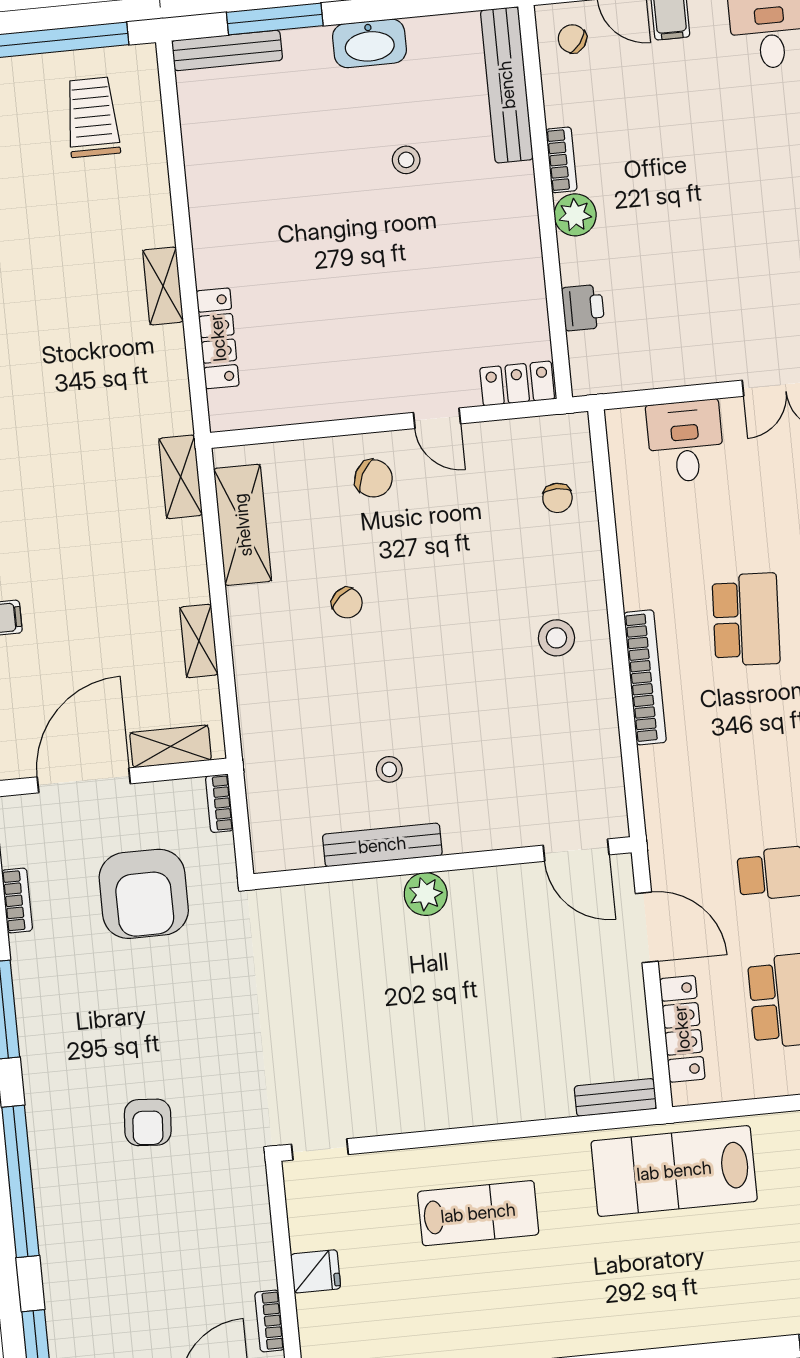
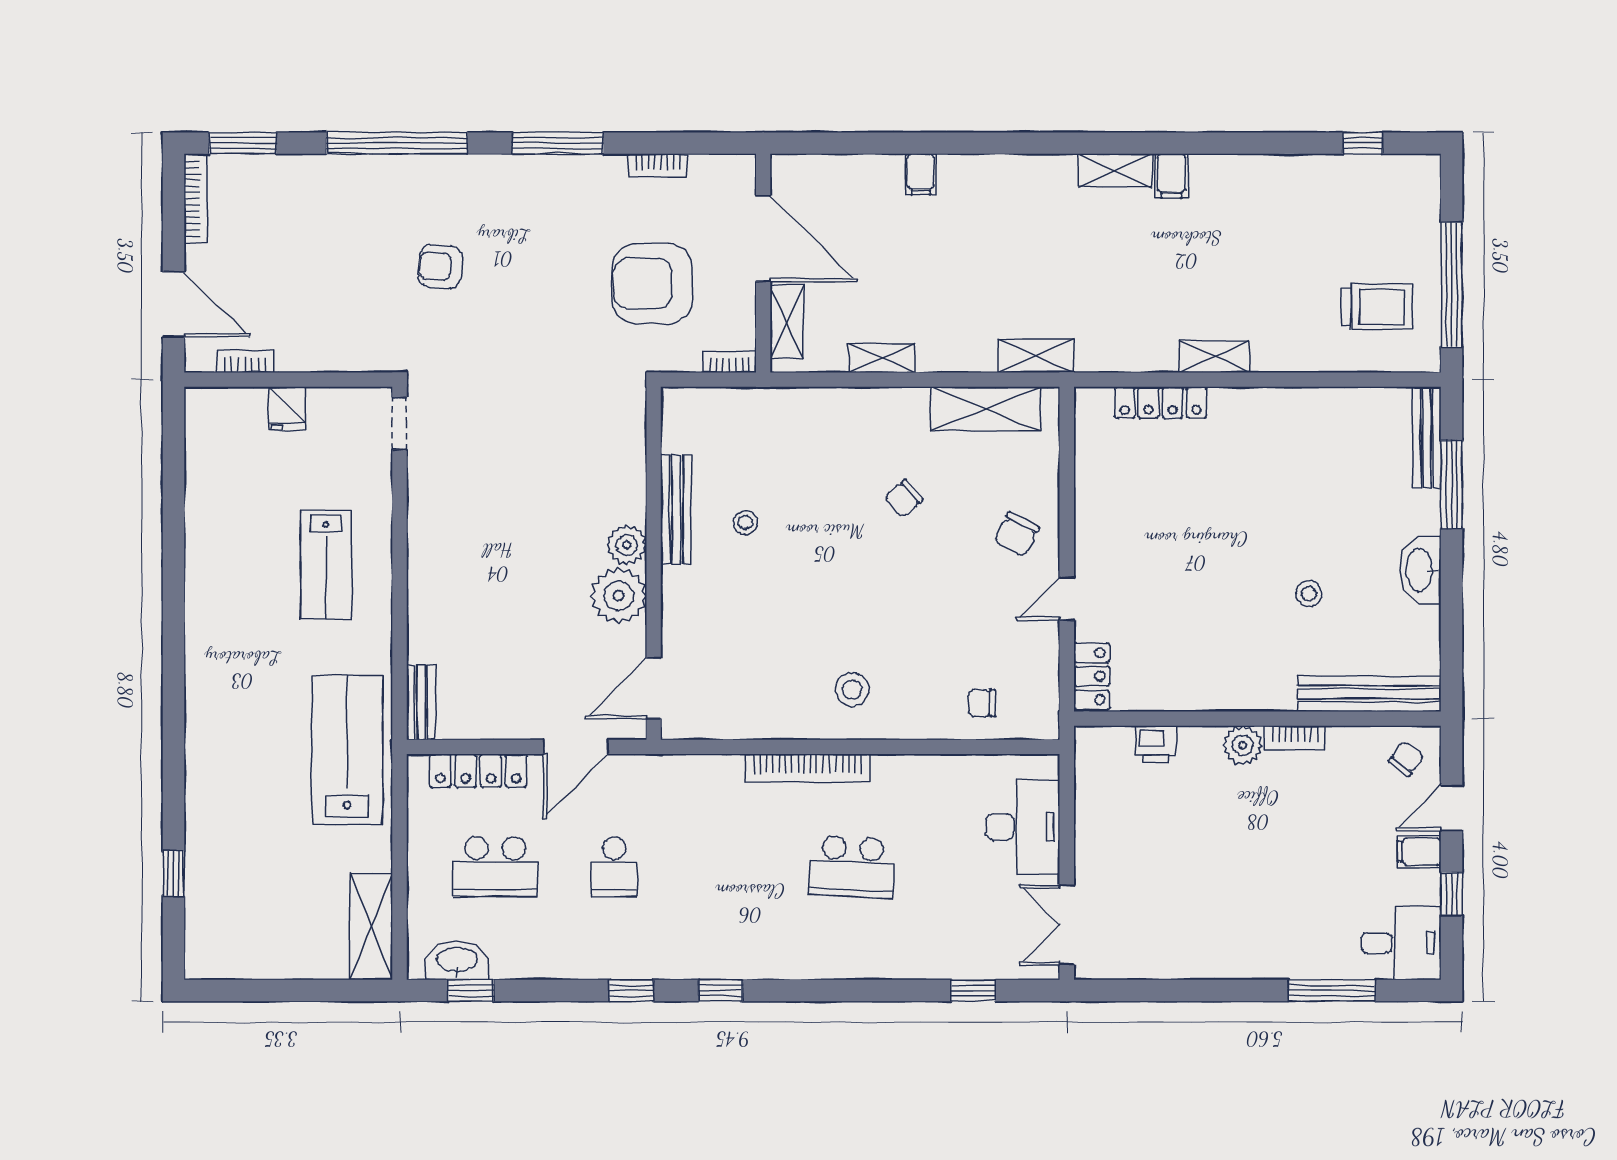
desk: (685, 441) -> (1023, 827), width x1.37
plant: (481, 897) -> (619, 596), added

